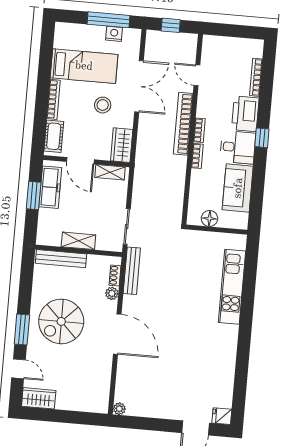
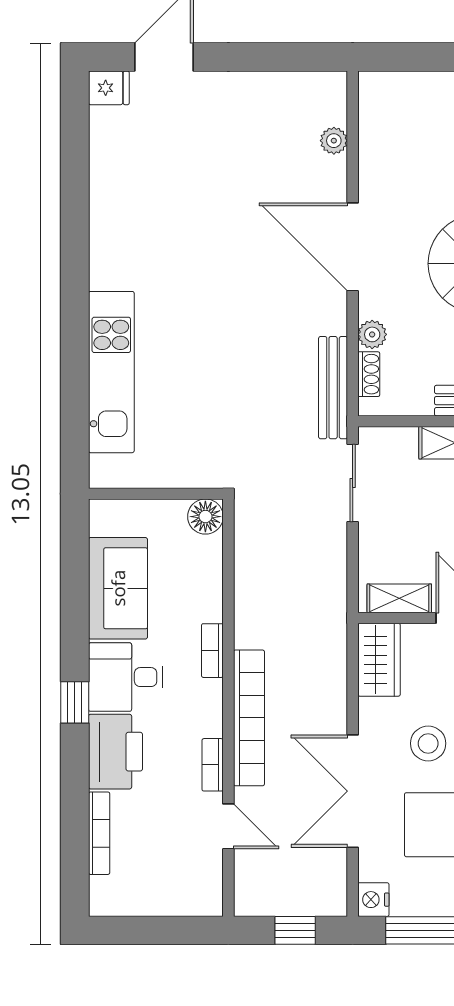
nightstand: (114, 34) -> (373, 900), moved, turned 90
bookcase: (199, 130) -> (213, 765), moved
floor lamp: (209, 218) -> (205, 517), moved
plant: (119, 409) -> (334, 141), moved

